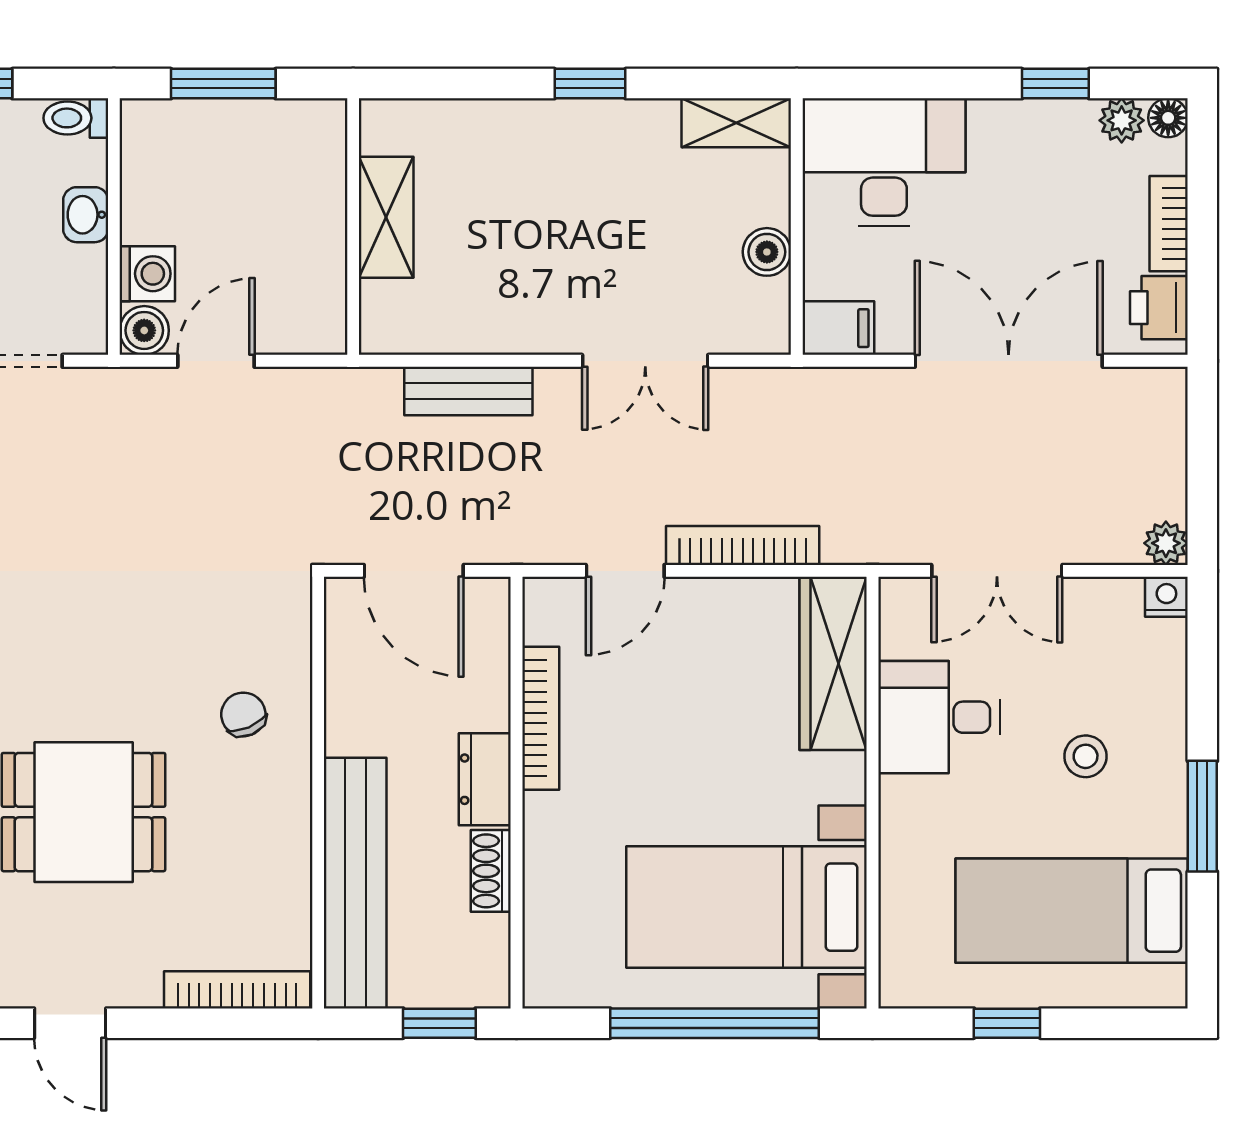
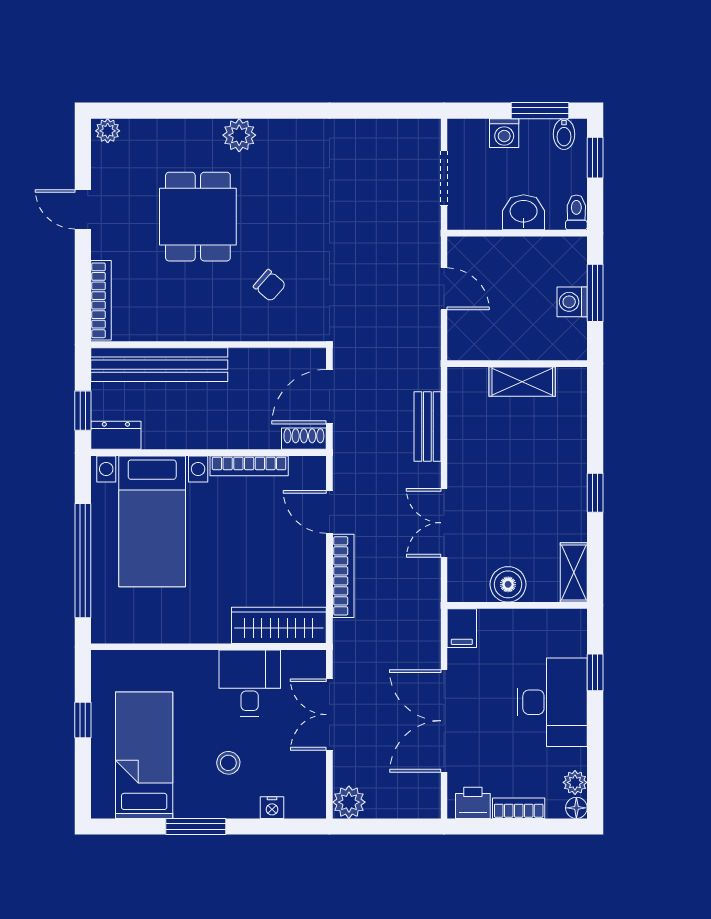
window: (1055, 84) -> (595, 672), moved
desk: (884, 162) -> (552, 702), moved
washbasin: (86, 215) -> (524, 212), width x1.38, depth x1.45
boiler: (767, 252) -> (508, 584), width x1.36, depth x1.36
washing machine: (147, 274) -> (572, 302), moved, turned 90
boiler: (144, 330) -> (460, 250), removed
double door: (1009, 361) -> (444, 721), swing flipped
plant: (1166, 543) -> (349, 802), width x1.38, depth x1.38
nightstand: (1166, 597) -> (272, 808), moved, turned 90
chair: (243, 714) -> (270, 285), moved, turned 64
dresser: (485, 779) -> (116, 435), moved
shoe rack: (491, 871) -> (304, 439), moved
bed with nightstands: (747, 907) -> (152, 521), moved, turned 180
door: (70, 1023) -> (83, 209), hinge flipped

